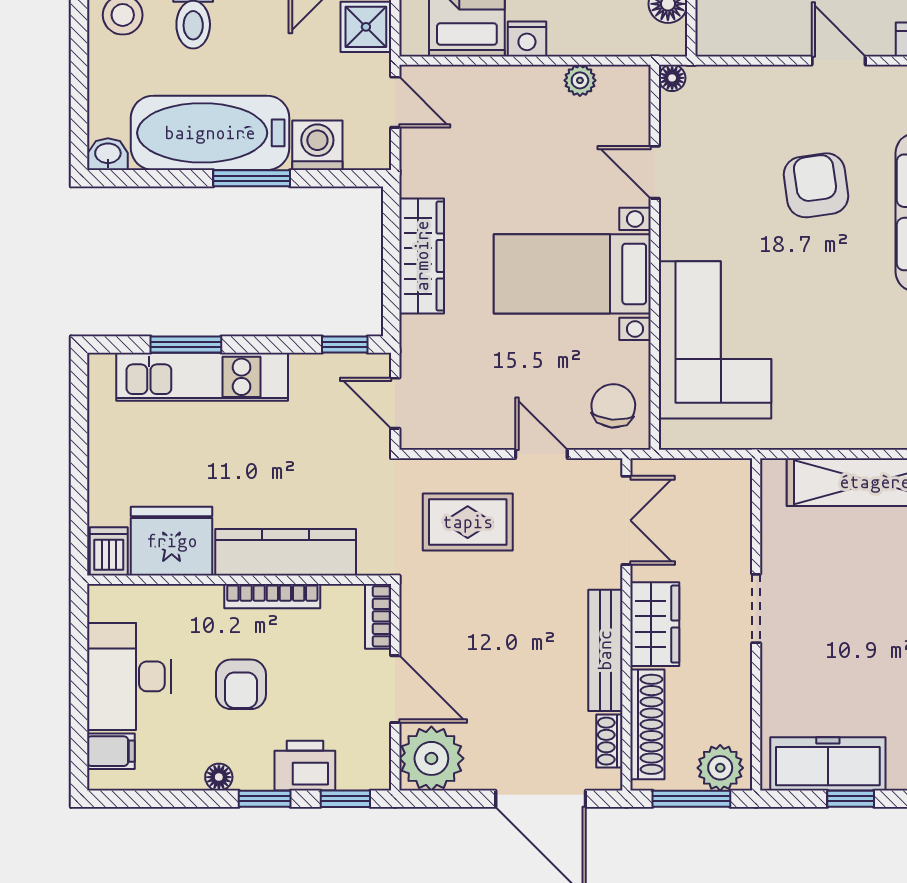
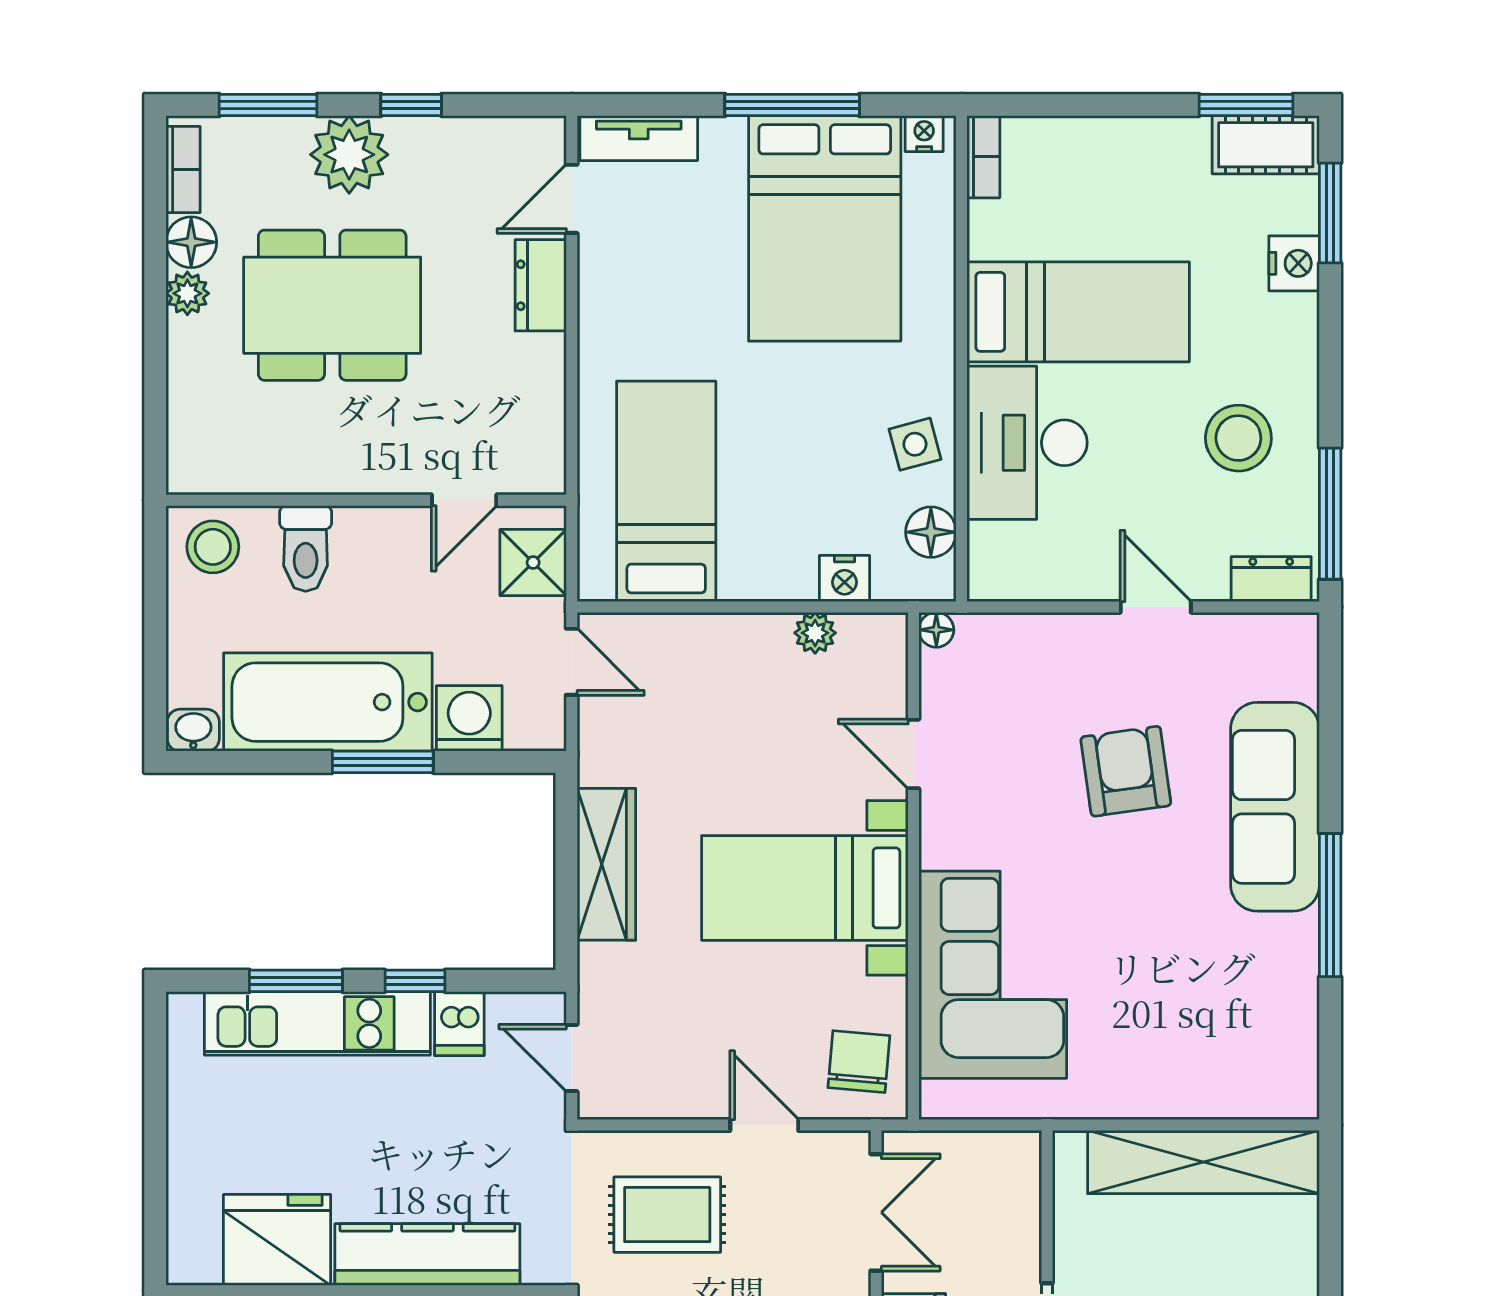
nightstand: (527, 39) -> (845, 579), moved
window: (345, 345) -> (415, 981), moved
dishwasher: (109, 551) -> (459, 1024), moved, turned 180

